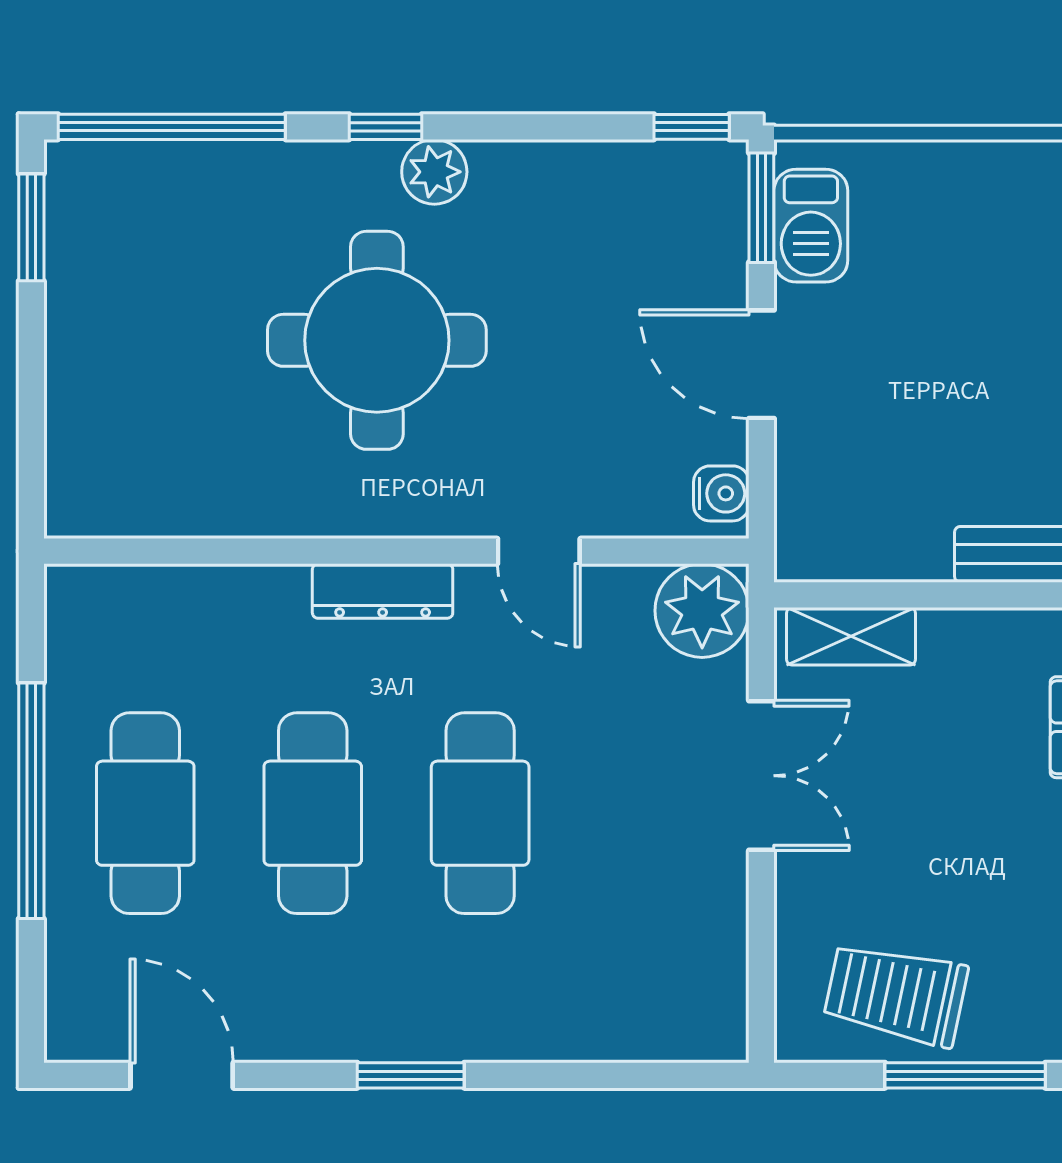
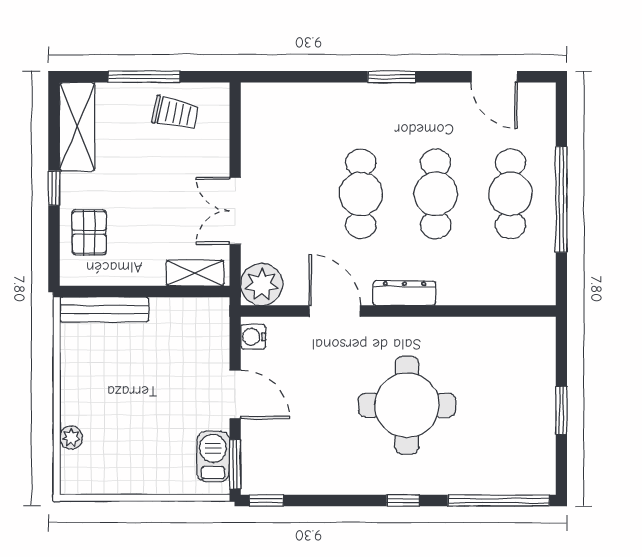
plant: (434, 172) -> (381, 480), removed
window: (31, 227) -> (561, 410), moved
door: (539, 551) -> (335, 311), width x1.38
trolley: (896, 994) -> (175, 113), width x0.73, depth x0.72

